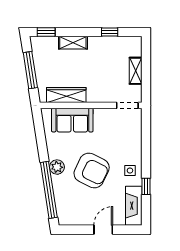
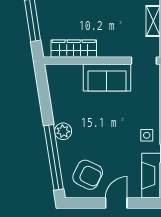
sofa: (72, 120) -> (107, 77), moved
armchair: (92, 170) -> (88, 175), moved, width x0.73, depth x0.73

